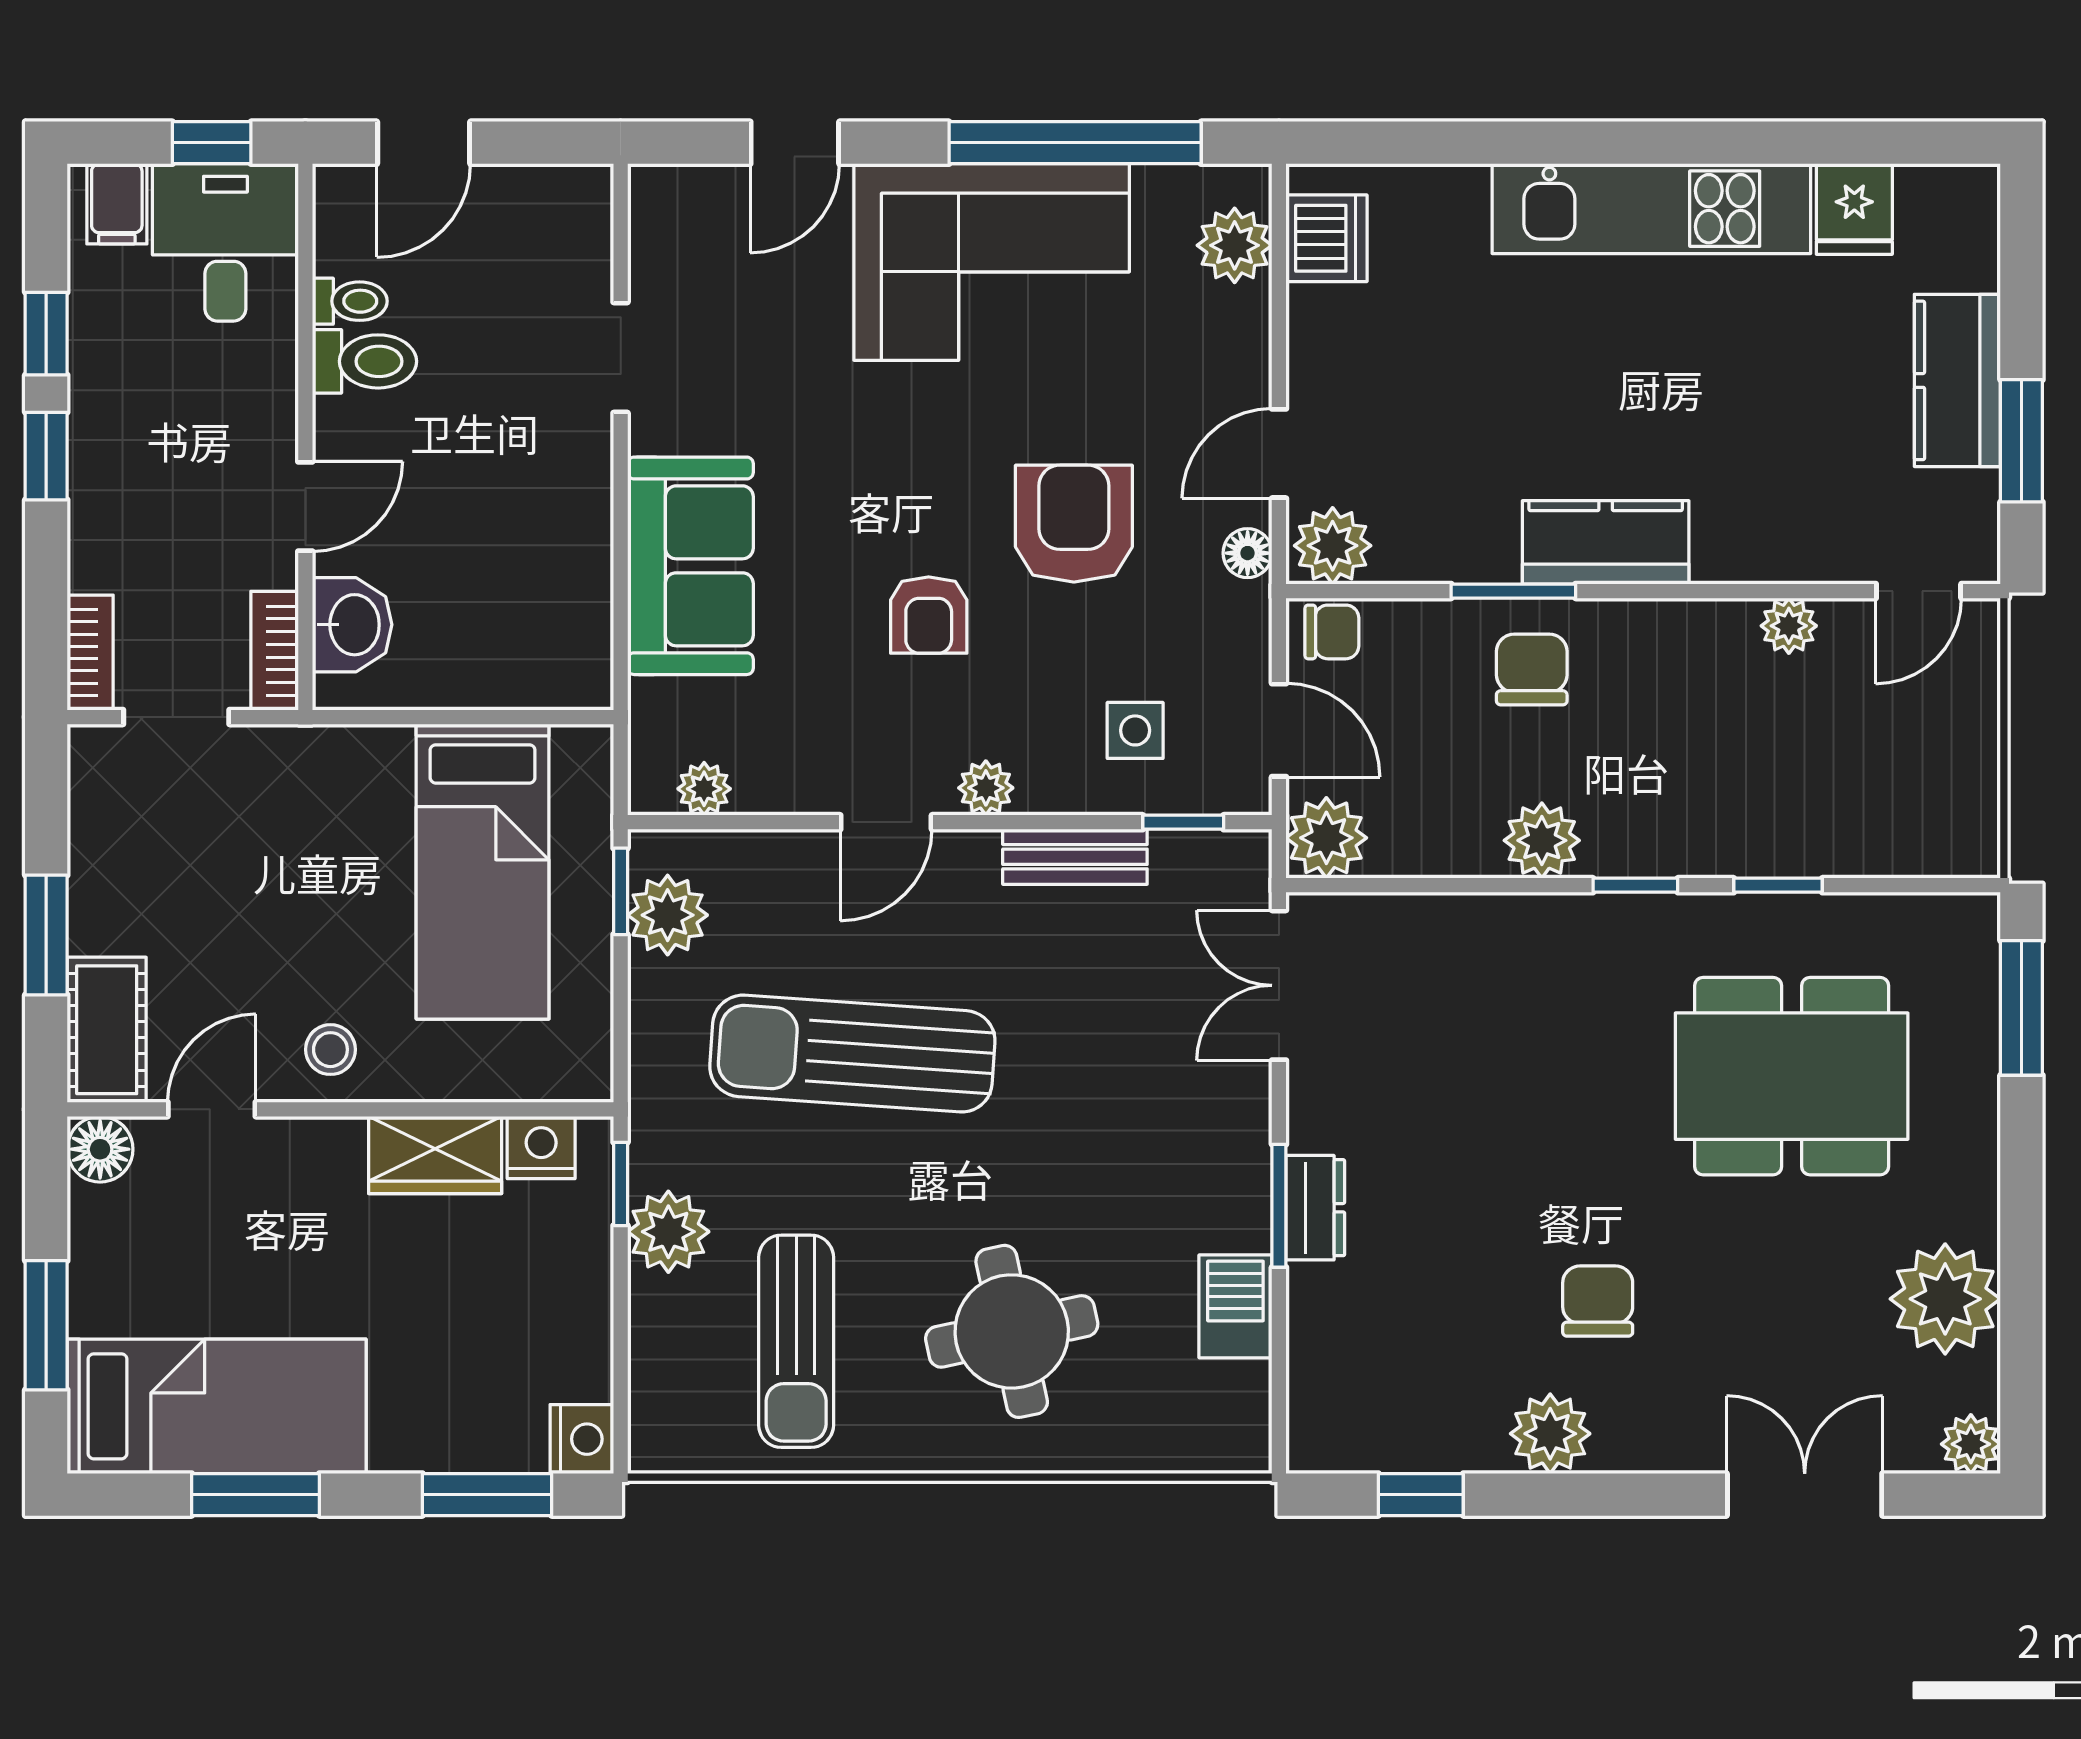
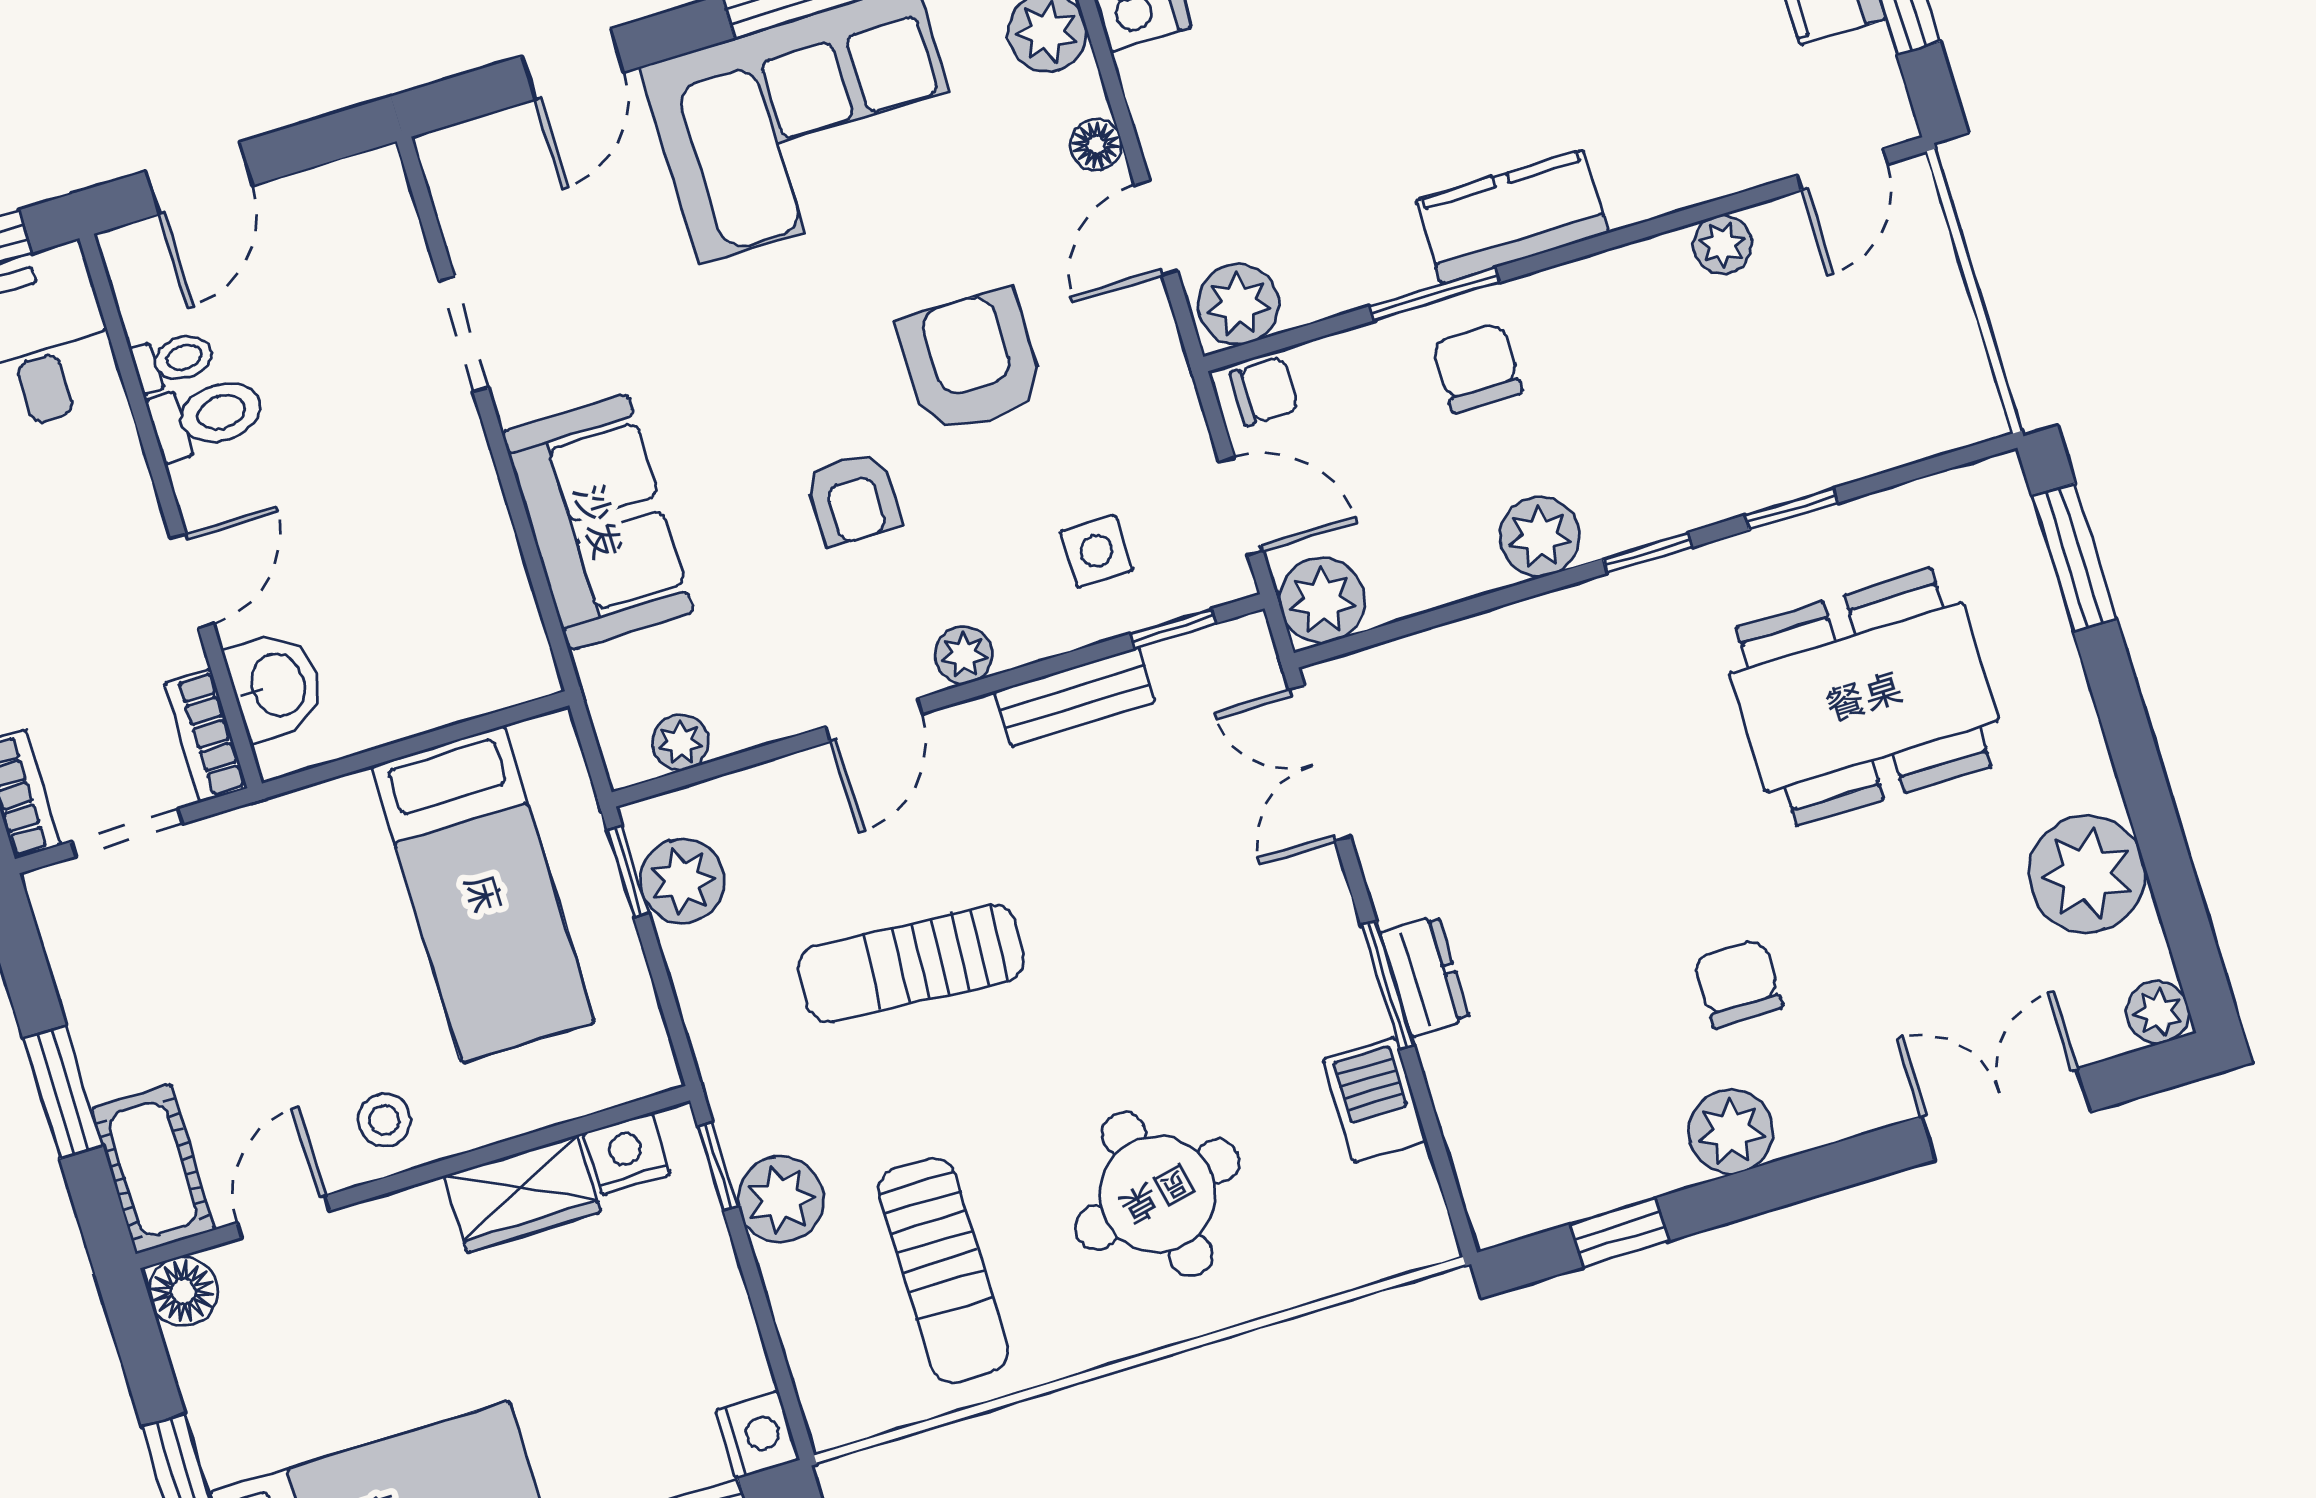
floor lamp: (1248, 553) -> (1096, 145), moved
sun lounger: (852, 1054) -> (911, 963), width x0.73, depth x0.75

